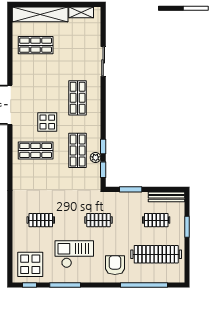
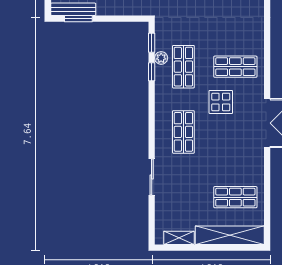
window: (131, 189) -> (78, 19), moved

